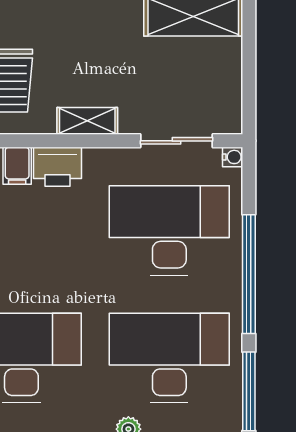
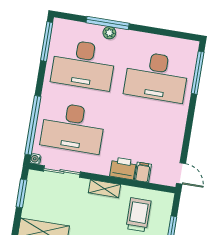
window: (249, 85) -> (22, 193), added
window: (249, 274) -> (33, 125), moved

